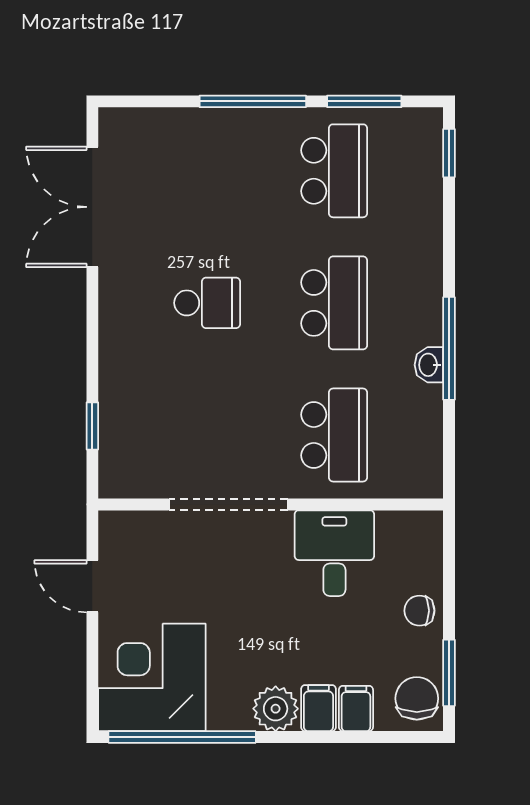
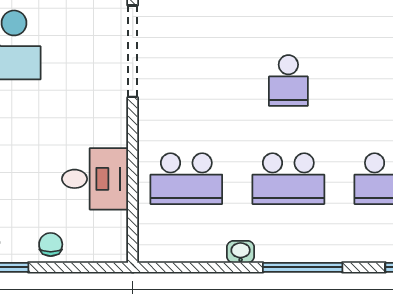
window: (449, 348) -> (303, 267), moved
doorway: (228, 504) -> (133, 51), moved

